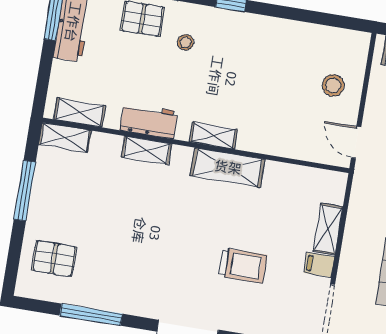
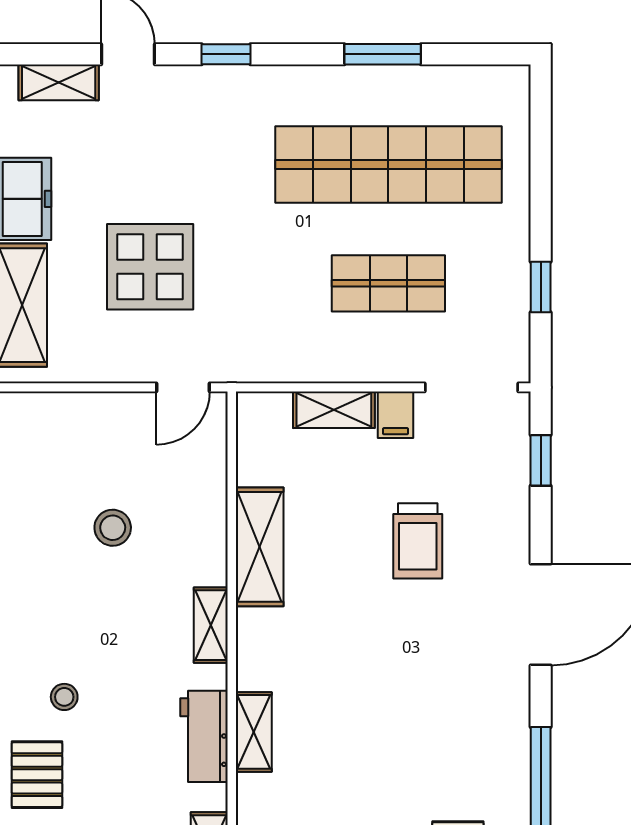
stool: (333, 85) -> (113, 528), moved
shelving: (228, 167) -> (260, 547), moved
trolley: (243, 266) -> (418, 541), turned 180

